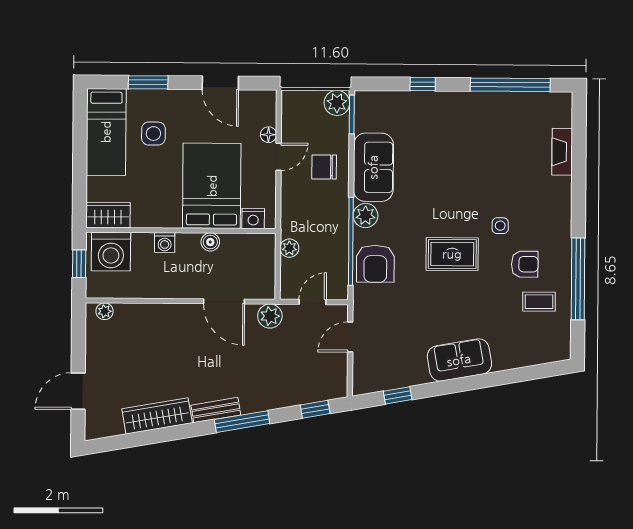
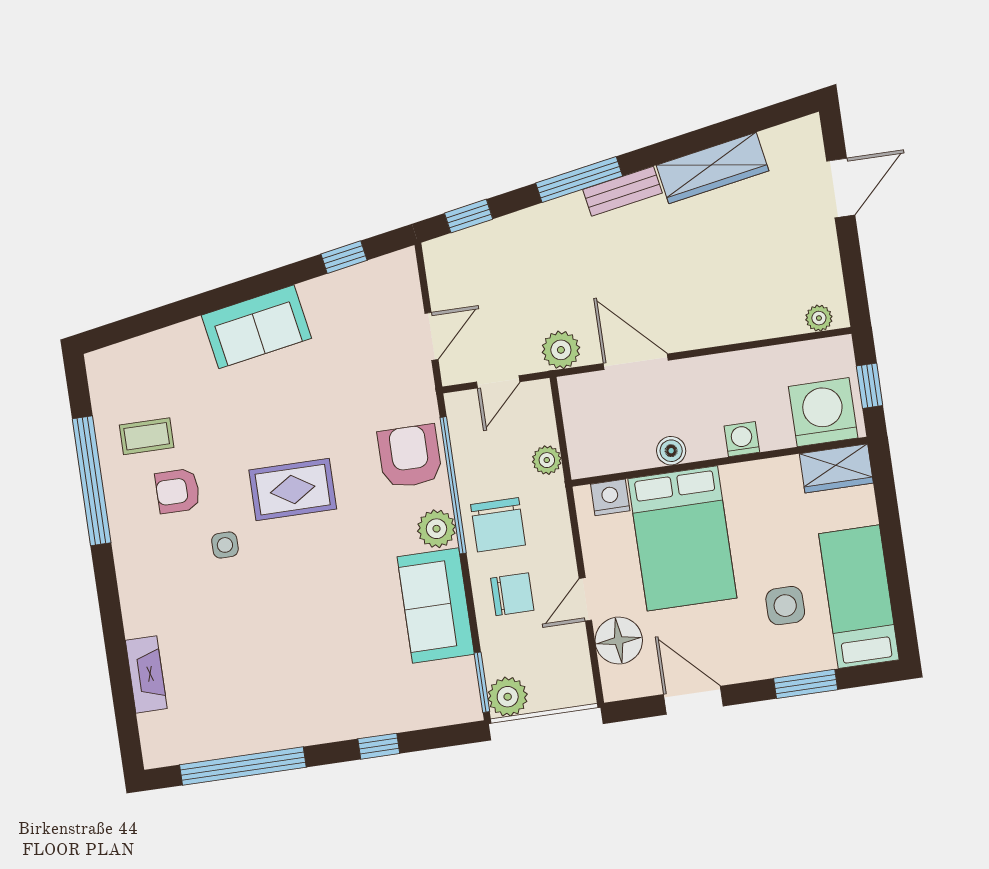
floor lamp: (269, 135) -> (619, 641), width x1.89, depth x1.89
chair: (326, 212) -> (498, 525), added

